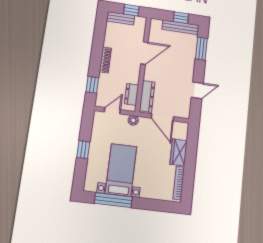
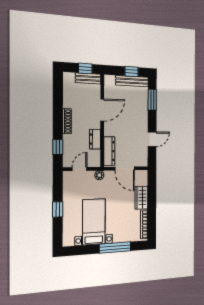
bench: (121, 18) -> (88, 78), moved
dresser: (131, 94) -> (95, 139), moved
window: (113, 200) -> (115, 248), moved

